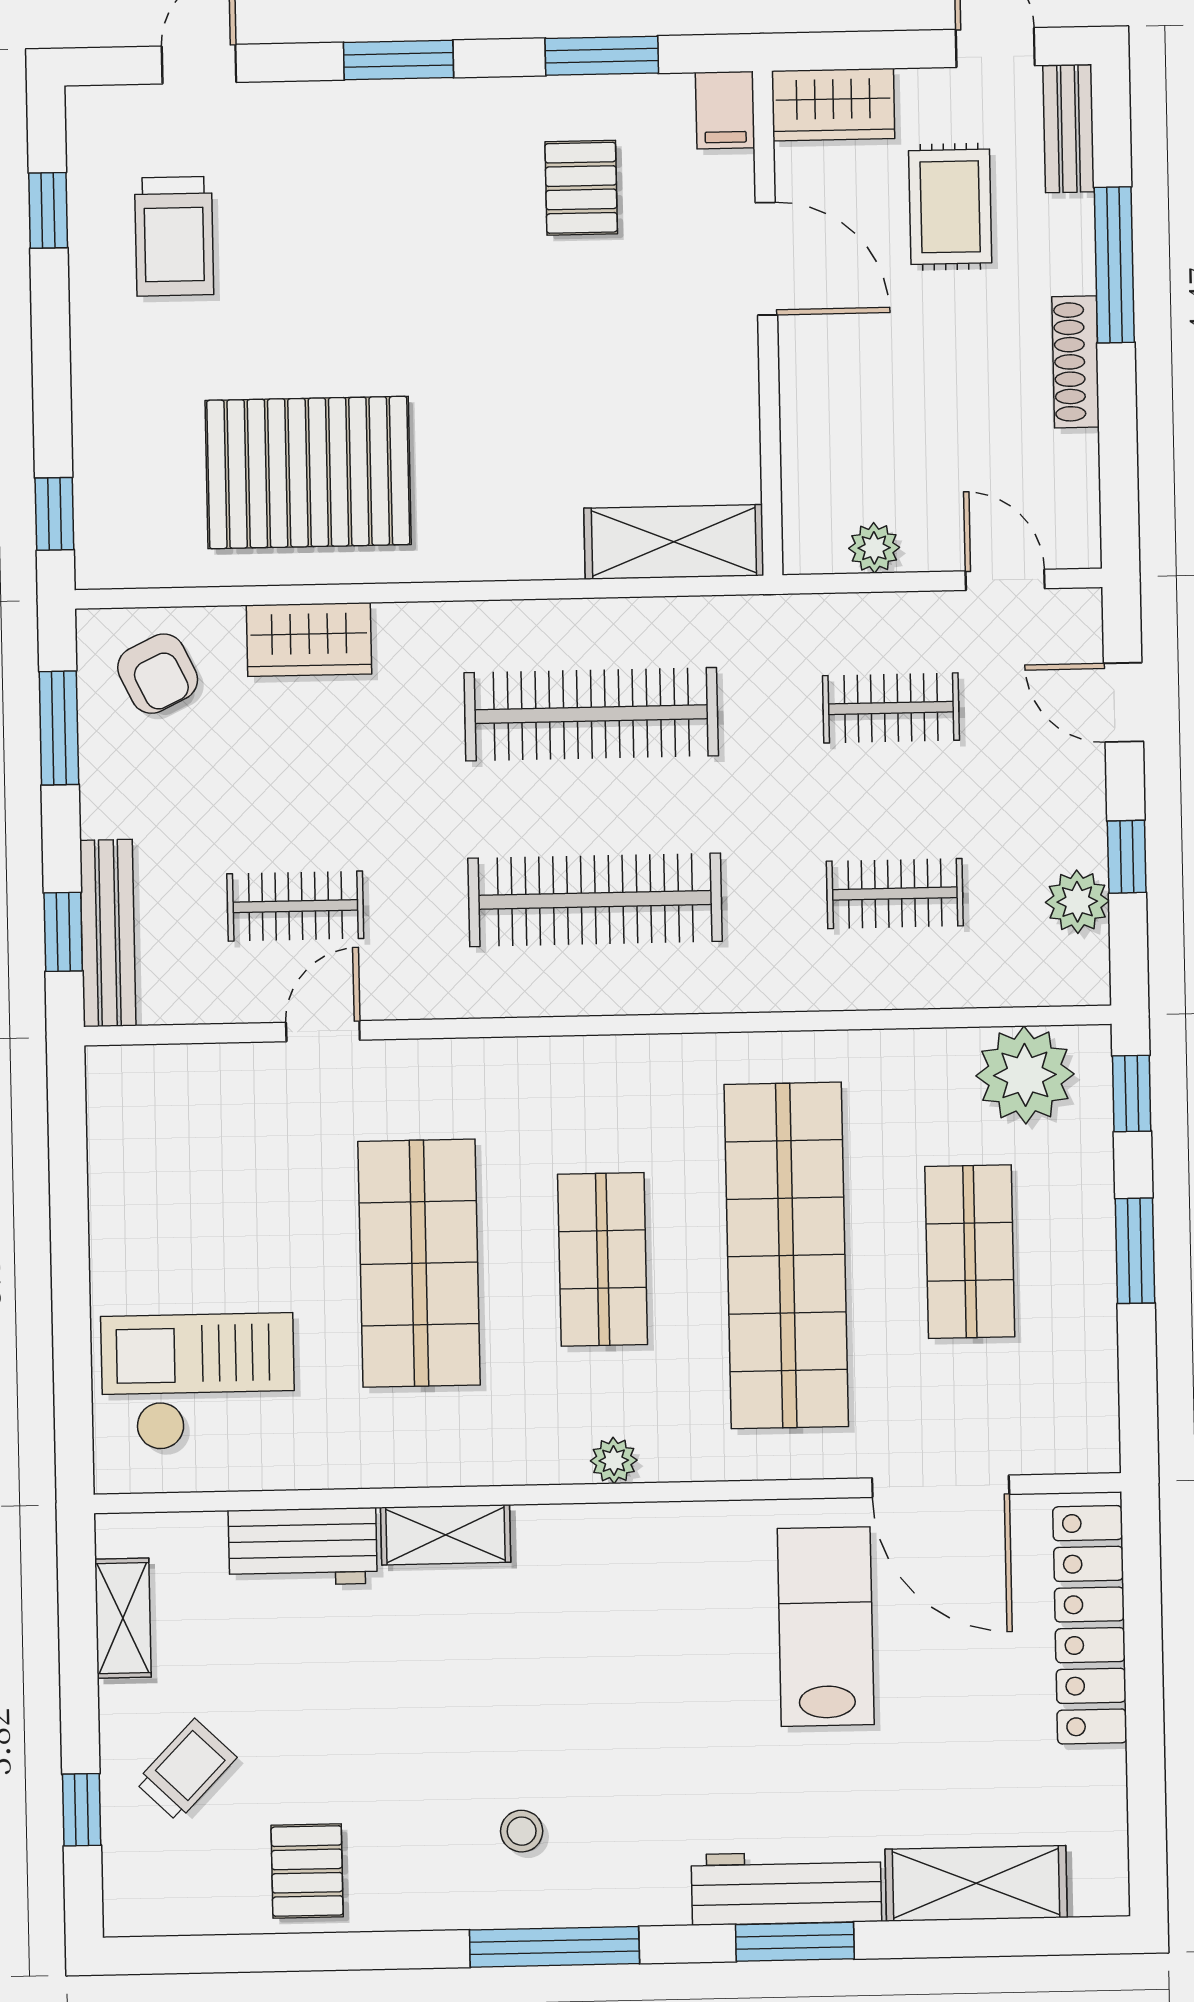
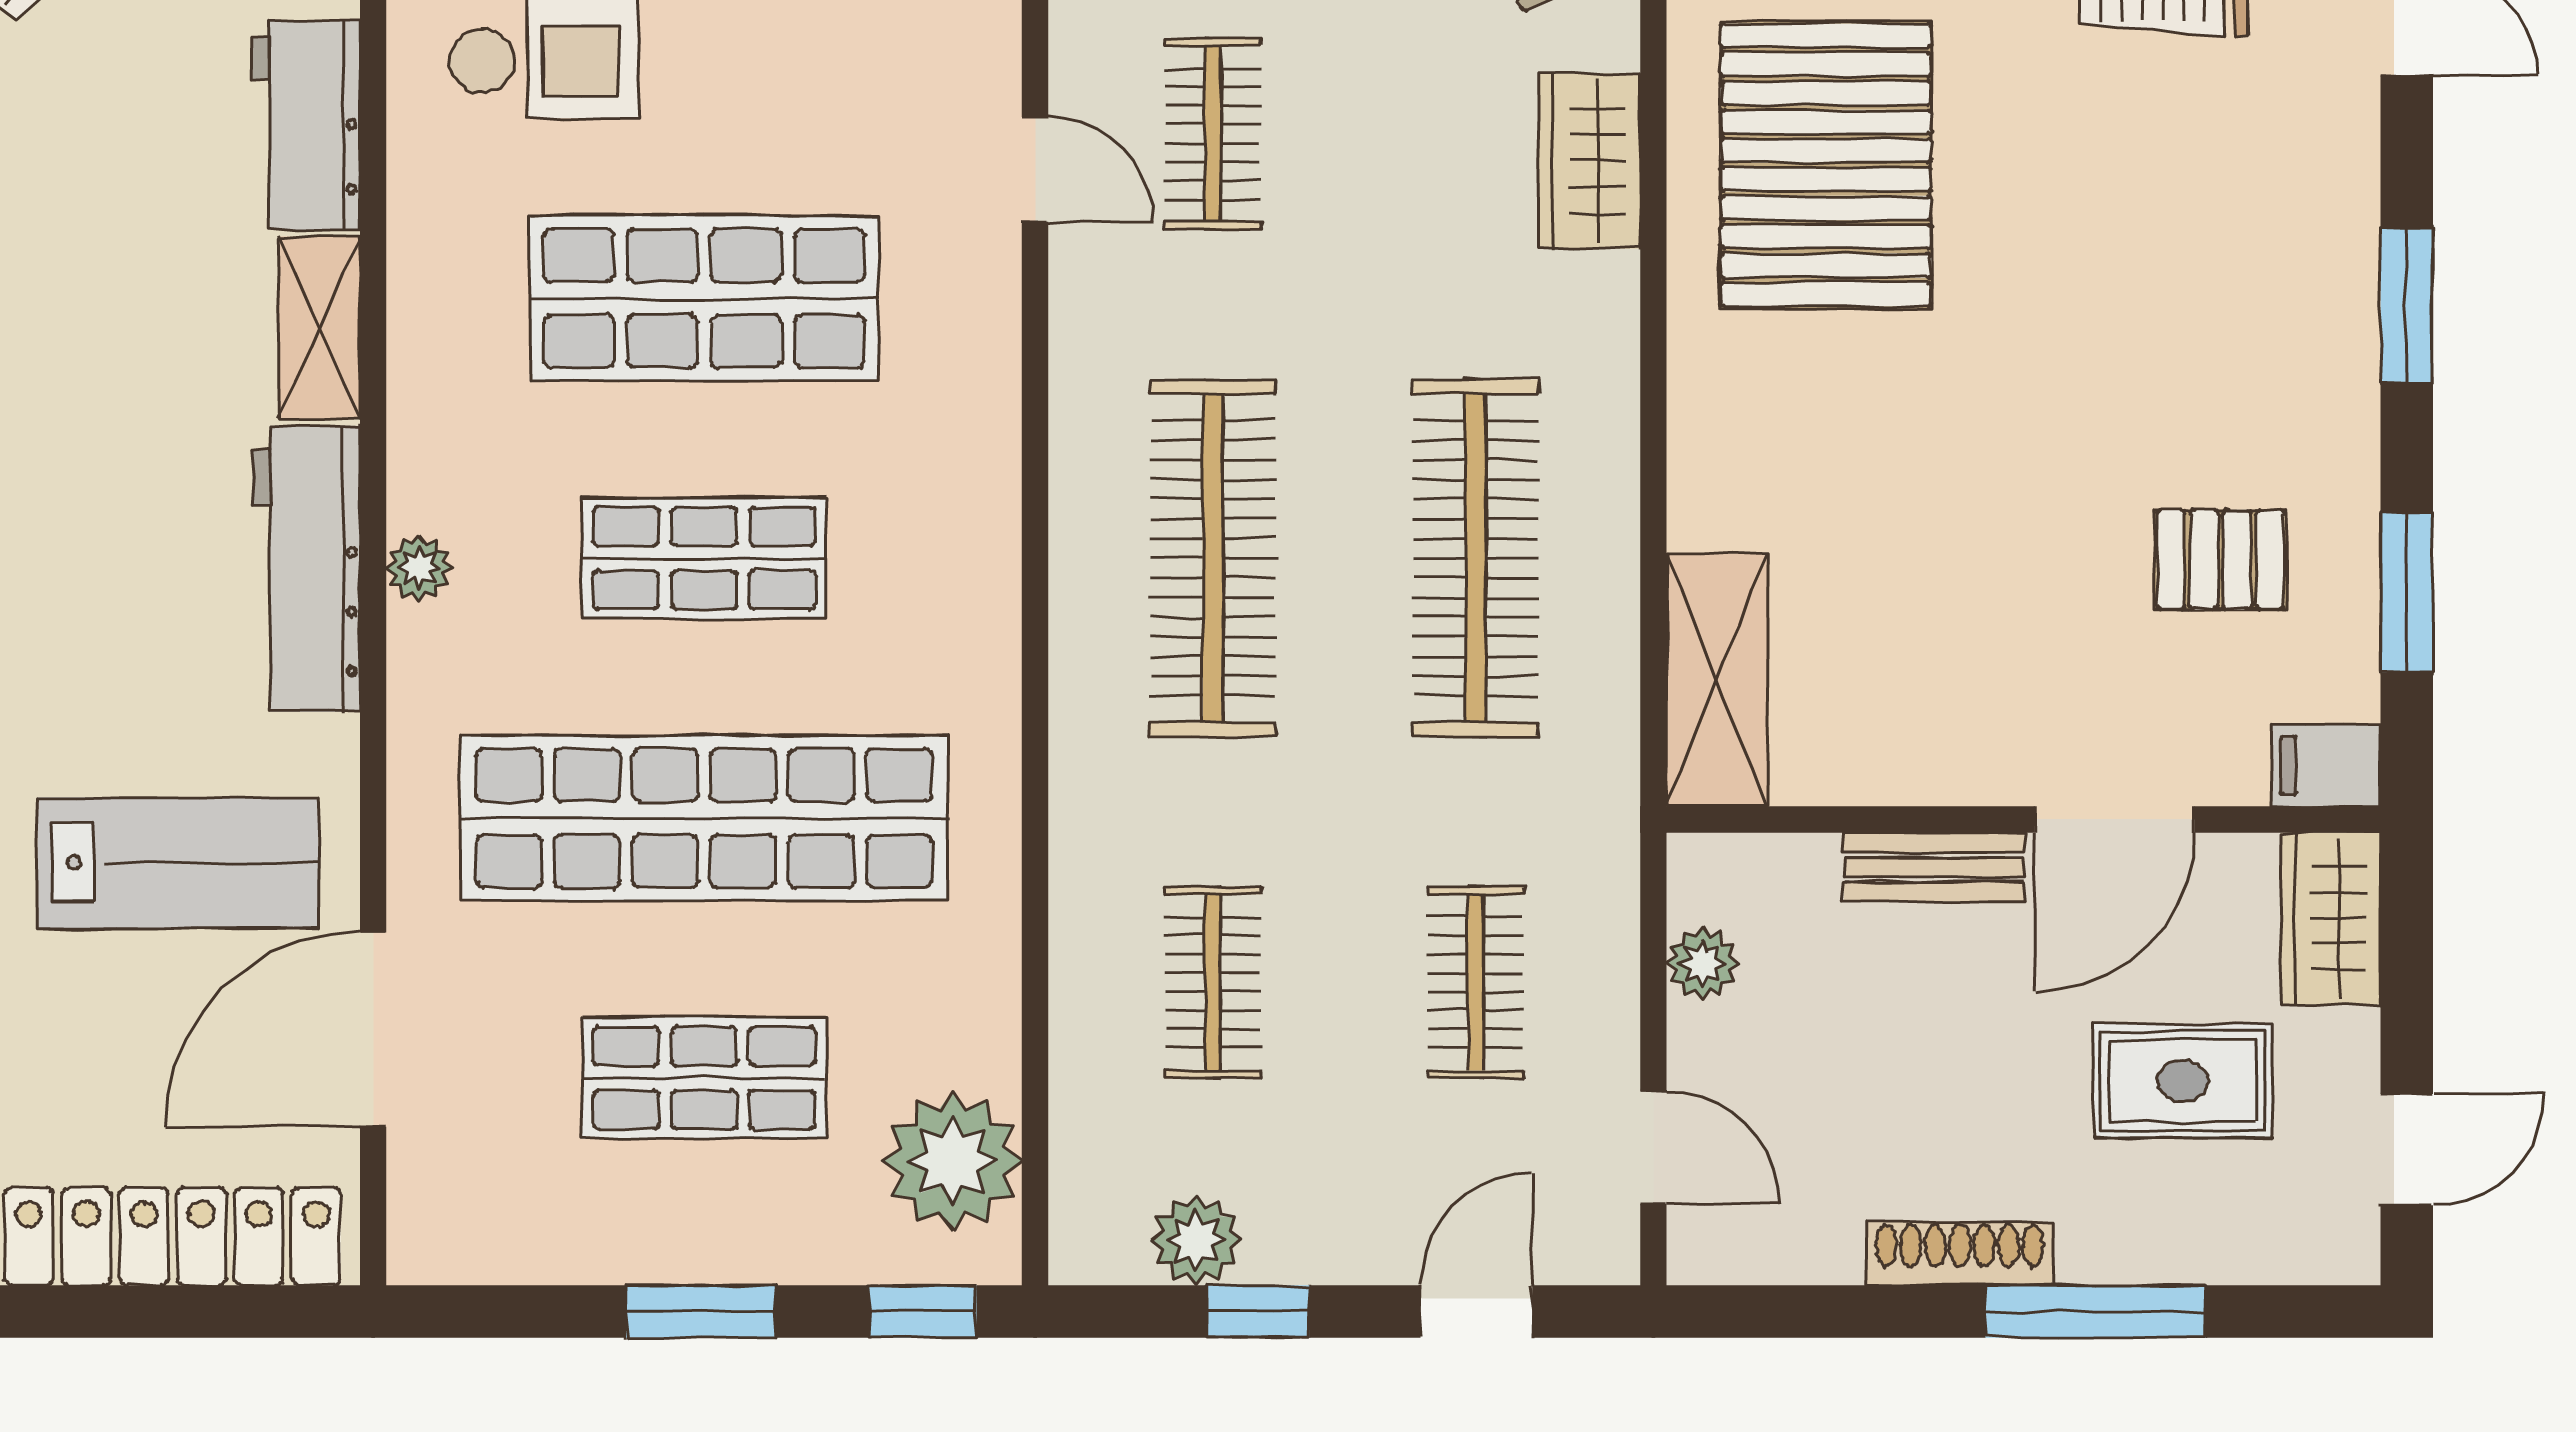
bench: (1069, 129) -> (1934, 867), moved
door: (1005, 580) -> (1653, 1148), hinge flipped
workbench: (616, 1540) -> (306, 569), added

